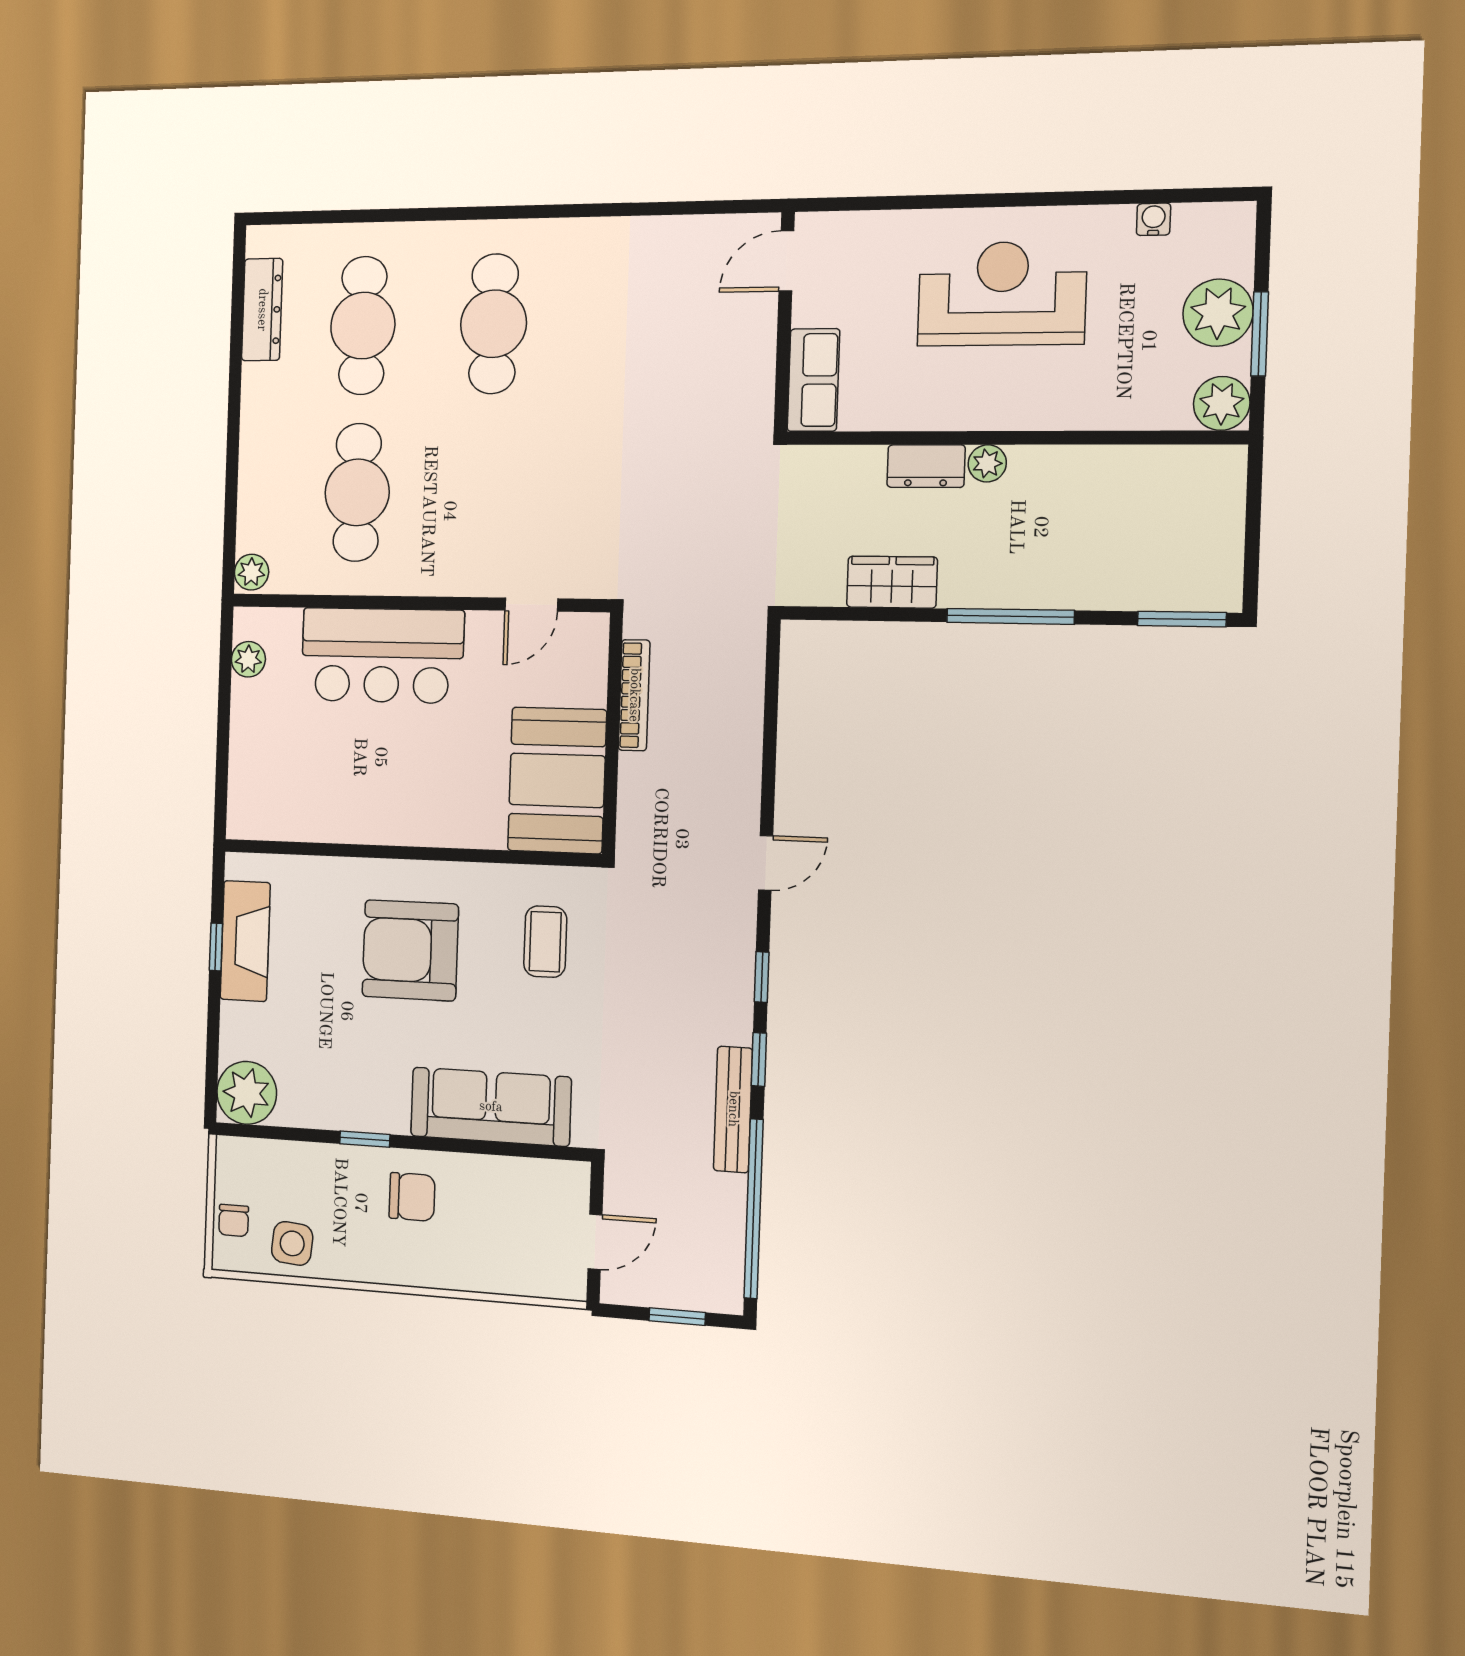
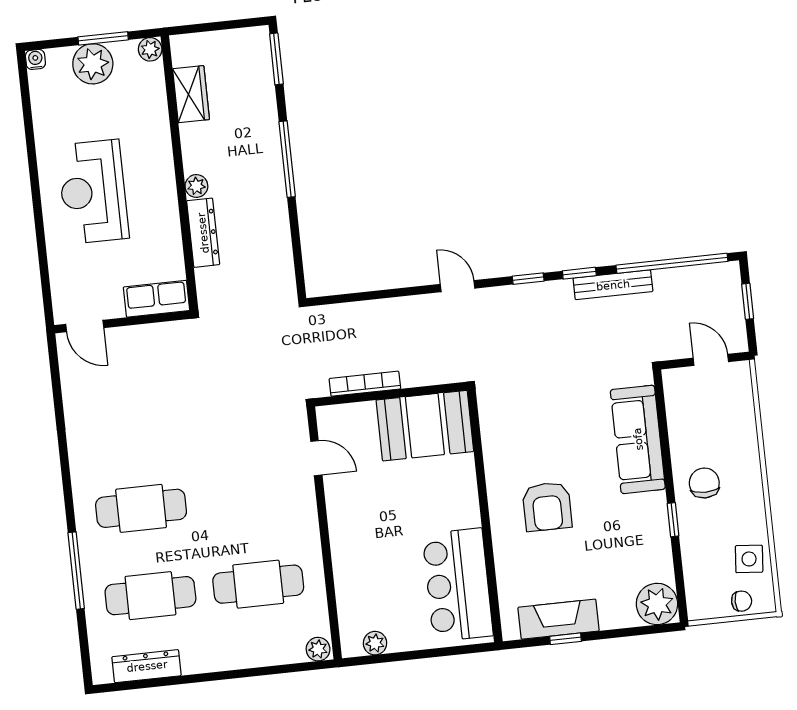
window: (415, 215) -> (76, 571), added
water cooler: (1154, 219) -> (35, 59), moved, turned 90
plant: (1222, 403) -> (150, 49), width x0.73, depth x0.73
dresser: (926, 466) -> (203, 233), width x1.44
wardrobe: (892, 582) -> (191, 94), moved, turned 180
bar counter: (382, 655) -> (458, 585), moved, turned 180
coffee table: (545, 942) -> (528, 419), removed
armchair: (410, 950) -> (547, 507), width x0.73, depth x0.73

